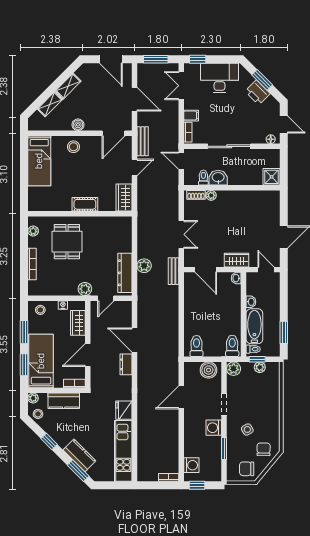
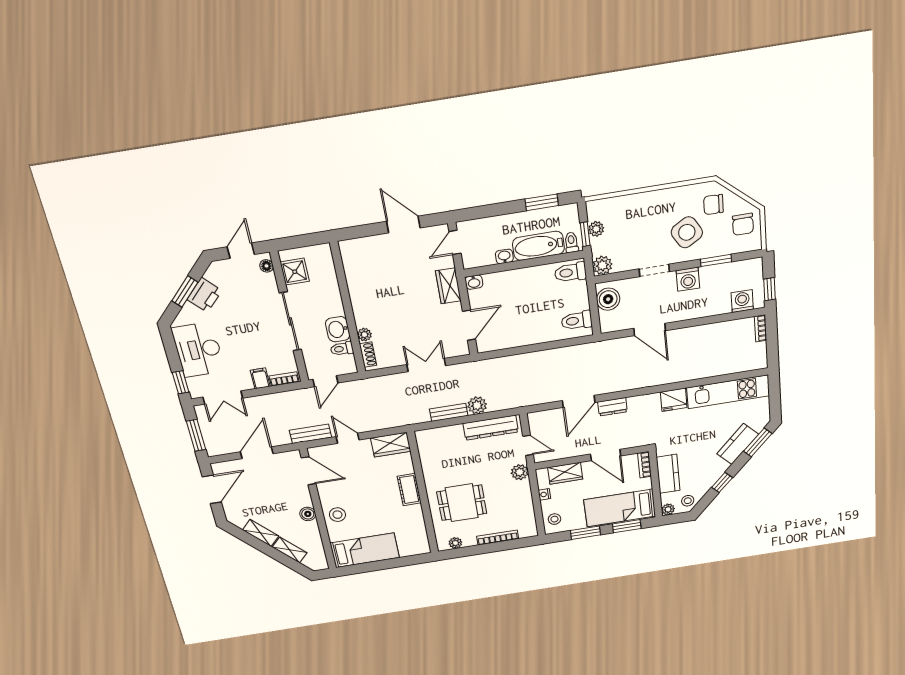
shower: (272, 177) -> (295, 272), moved
bench: (174, 271) -> (449, 412), moved
side table: (247, 429) -> (687, 232), width x1.87, depth x1.87

